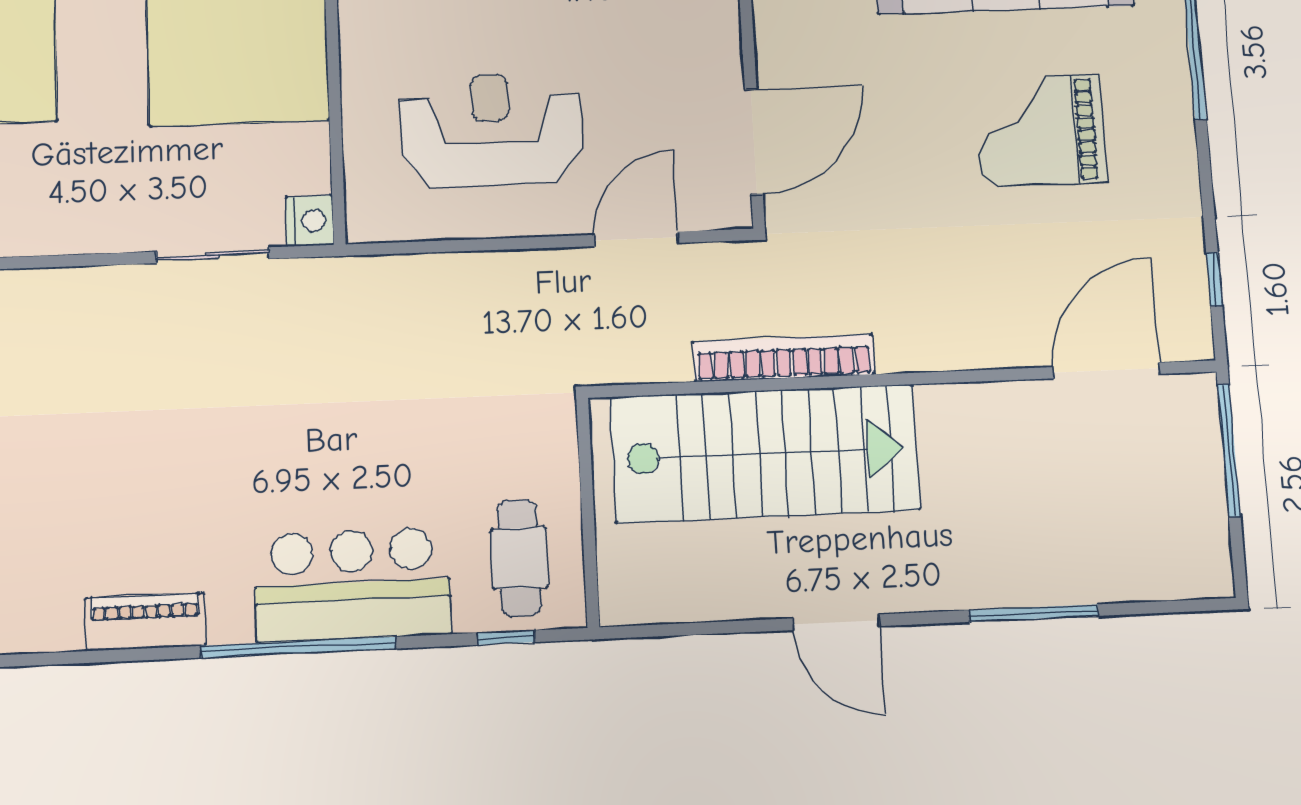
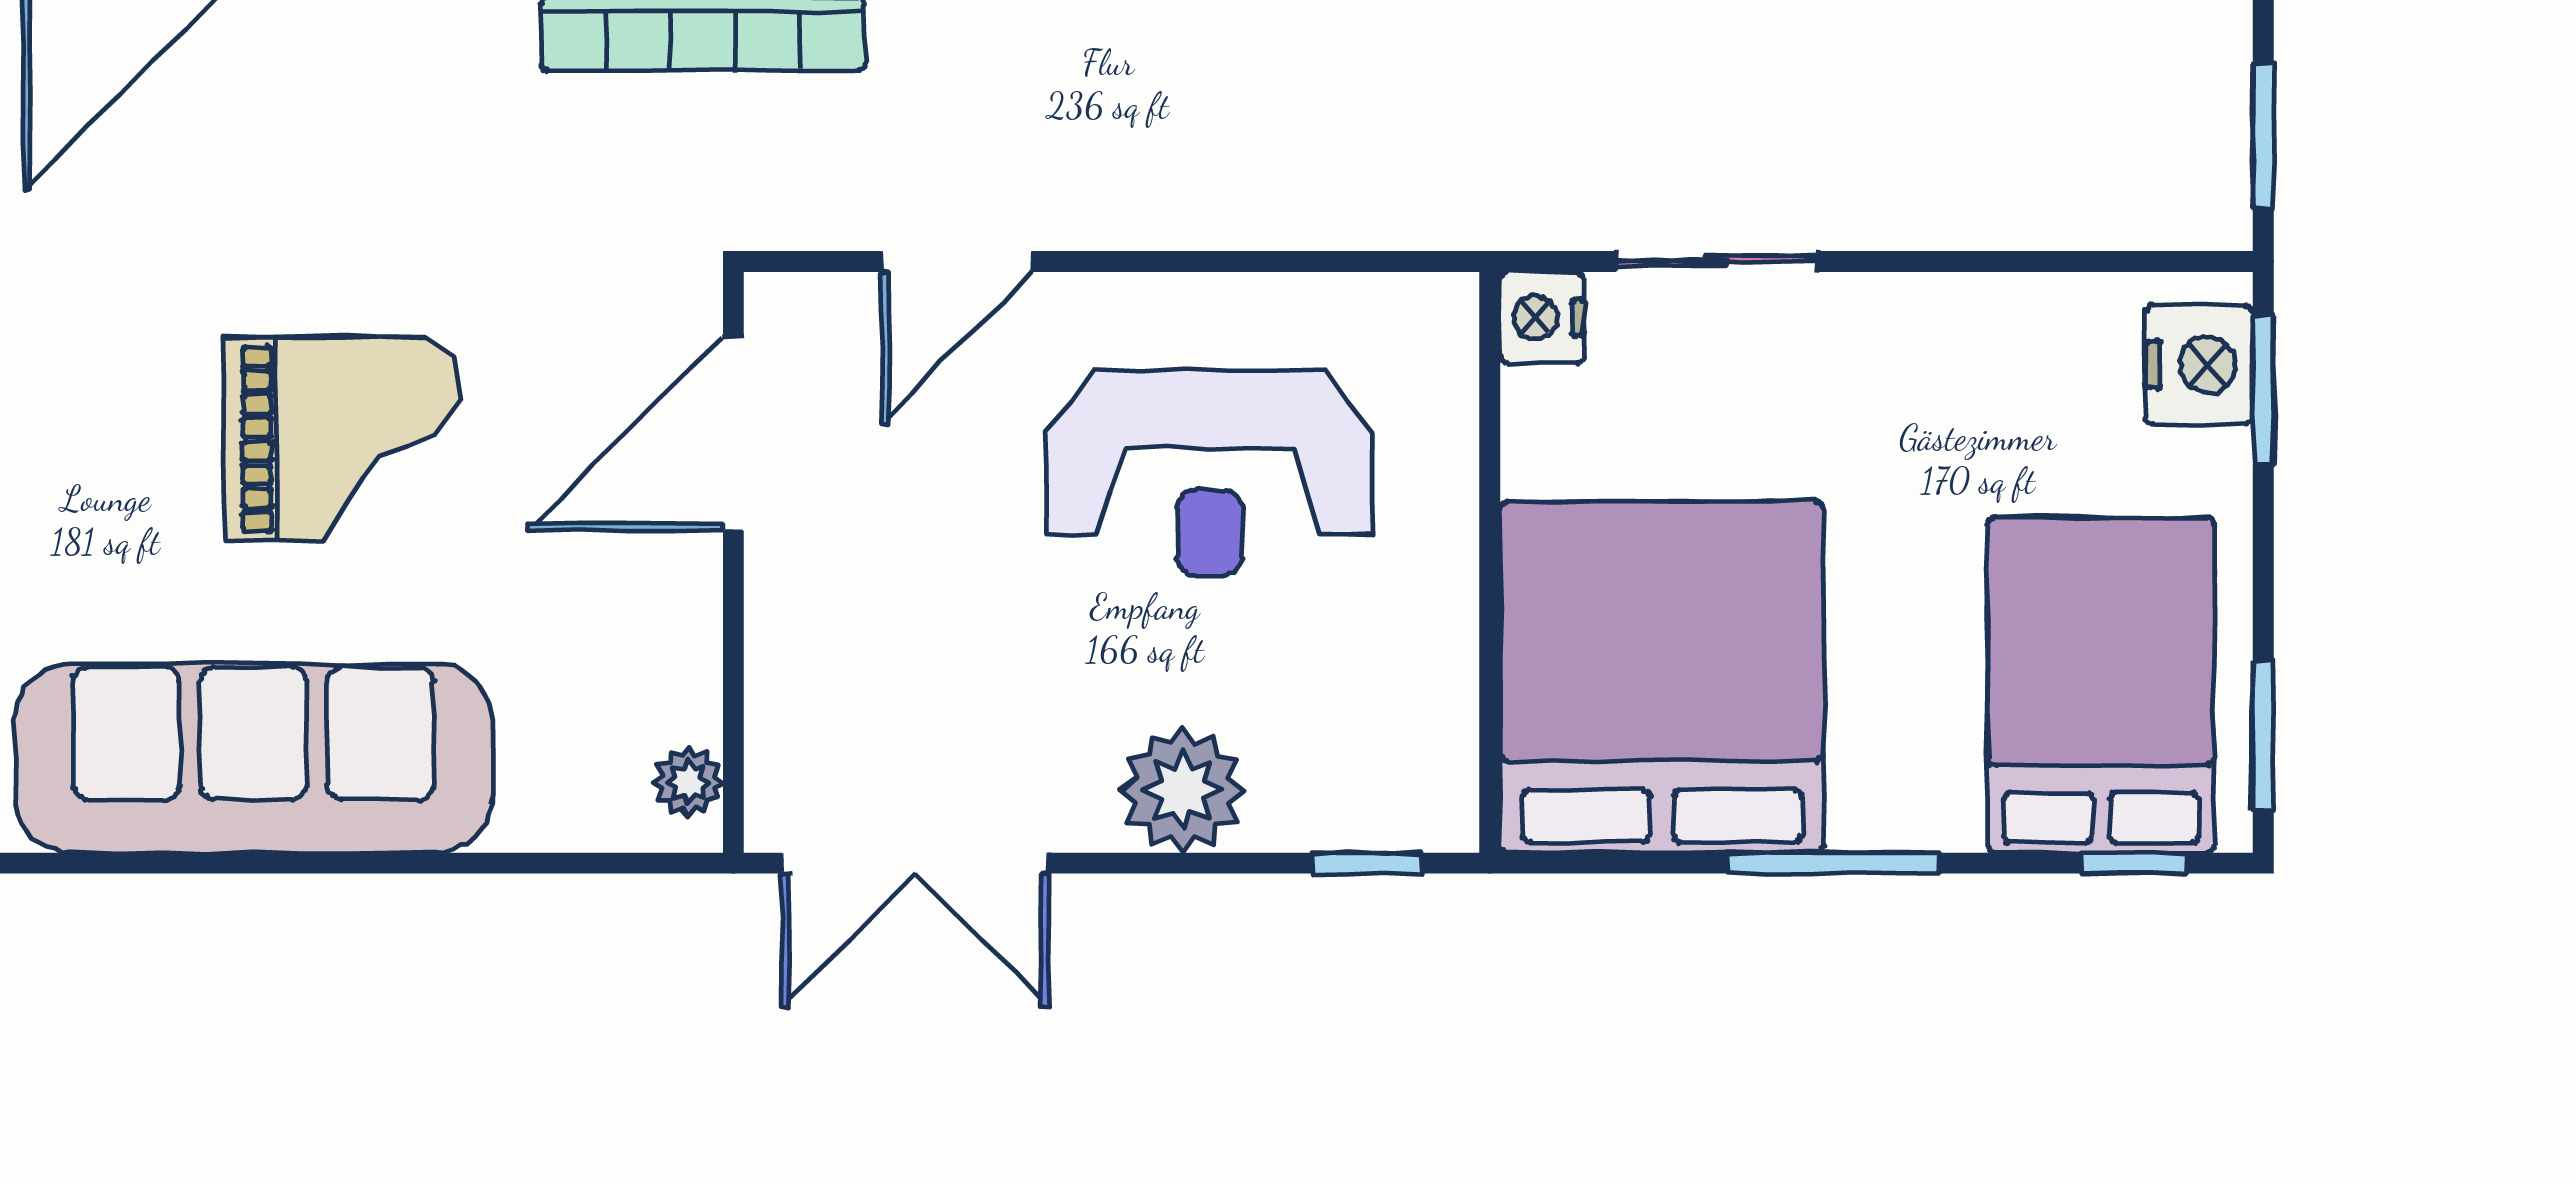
grand piano: (1040, 131) -> (342, 439), moved

